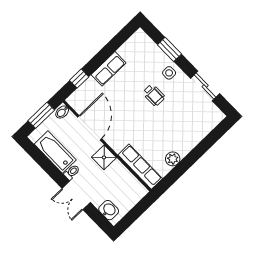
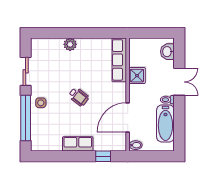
window: (169, 49) -> (26, 118), width x2.11
wheelchair: (154, 95) -> (79, 97), moved, turned 127
window: (41, 115) -> (151, 156), removed
shower: (104, 157) -> (137, 76), moved
plant: (173, 159) -> (70, 44), moved

